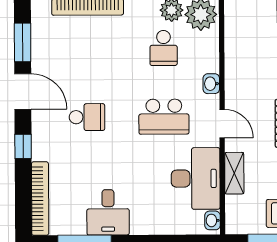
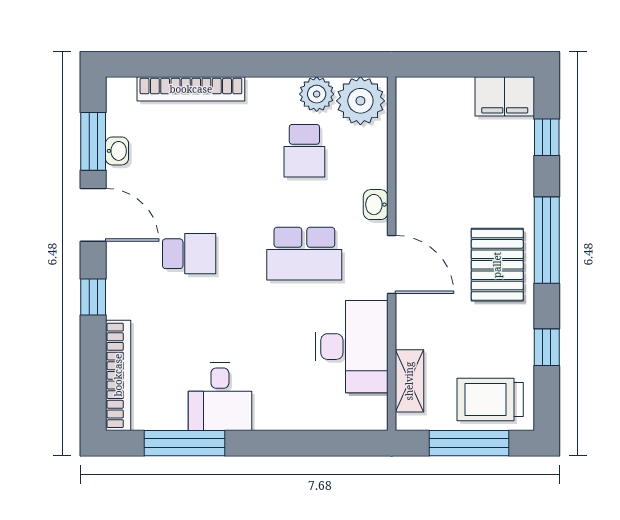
door: (222, 124) -> (392, 264), width x1.37
shelving: (234, 173) -> (409, 381), moved
washbasin: (213, 220) -> (117, 151), moved, turned 180

